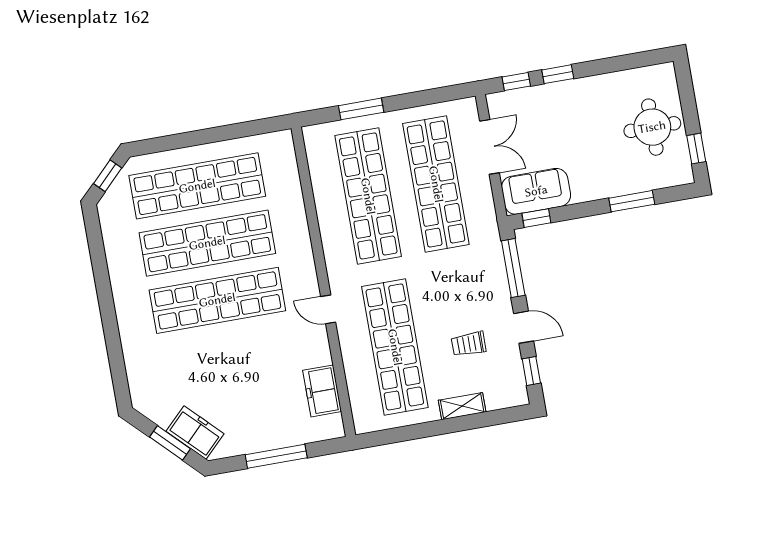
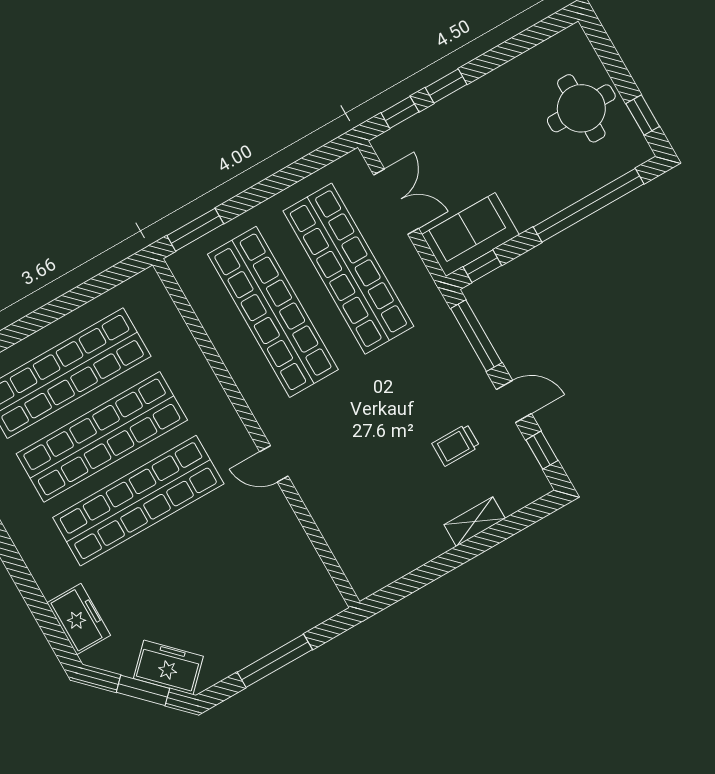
window: (361, 109) -> (195, 230), moved
window: (632, 201) -> (589, 205), width x2.11
shop shelf: (395, 347) -> (369, 480), removed
freezer: (322, 391) -> (79, 619), moved, turned 180

